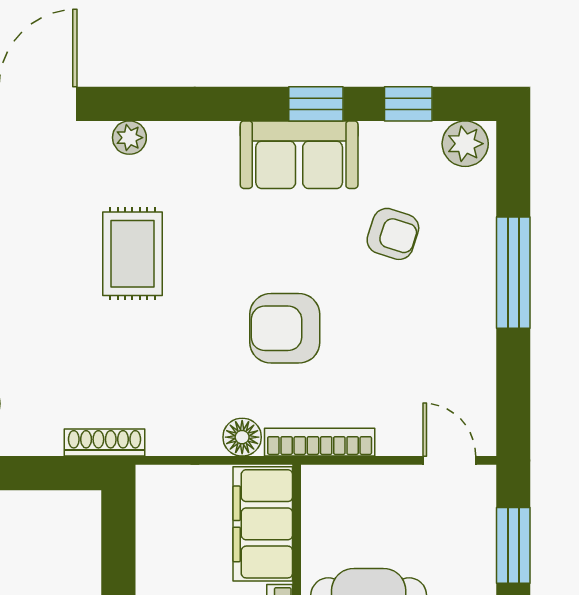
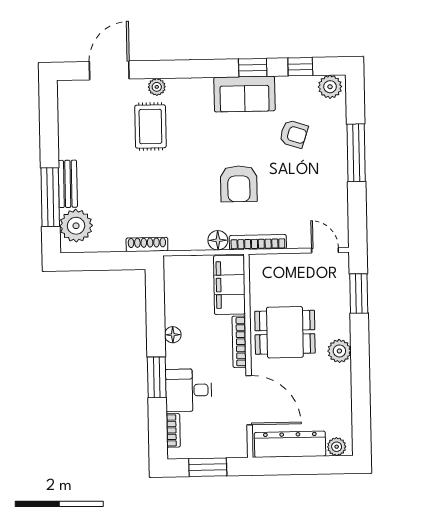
rug: (132, 254) -> (150, 126), moved
armchair: (285, 328) -> (239, 184), turned -90

